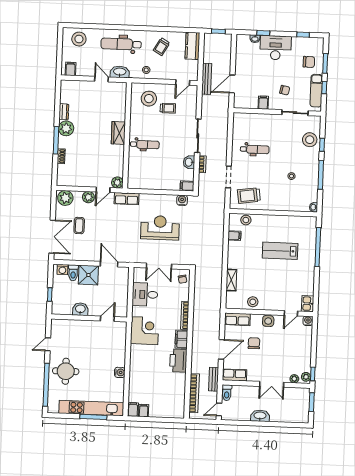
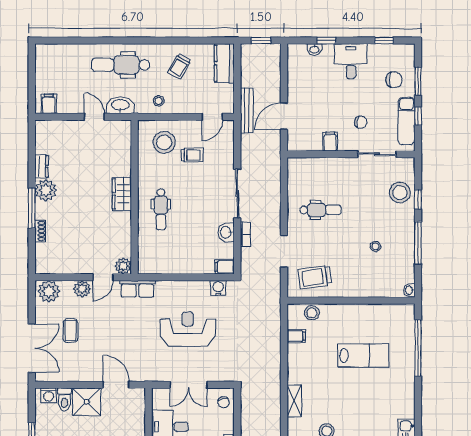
stool: (79, 39) -> (59, 60), removed
desk: (276, 48) -> (351, 61), width x0.73
dental chair: (145, 145) -> (161, 209), turned 90
lab bench: (280, 251) -> (363, 355), turned 180

